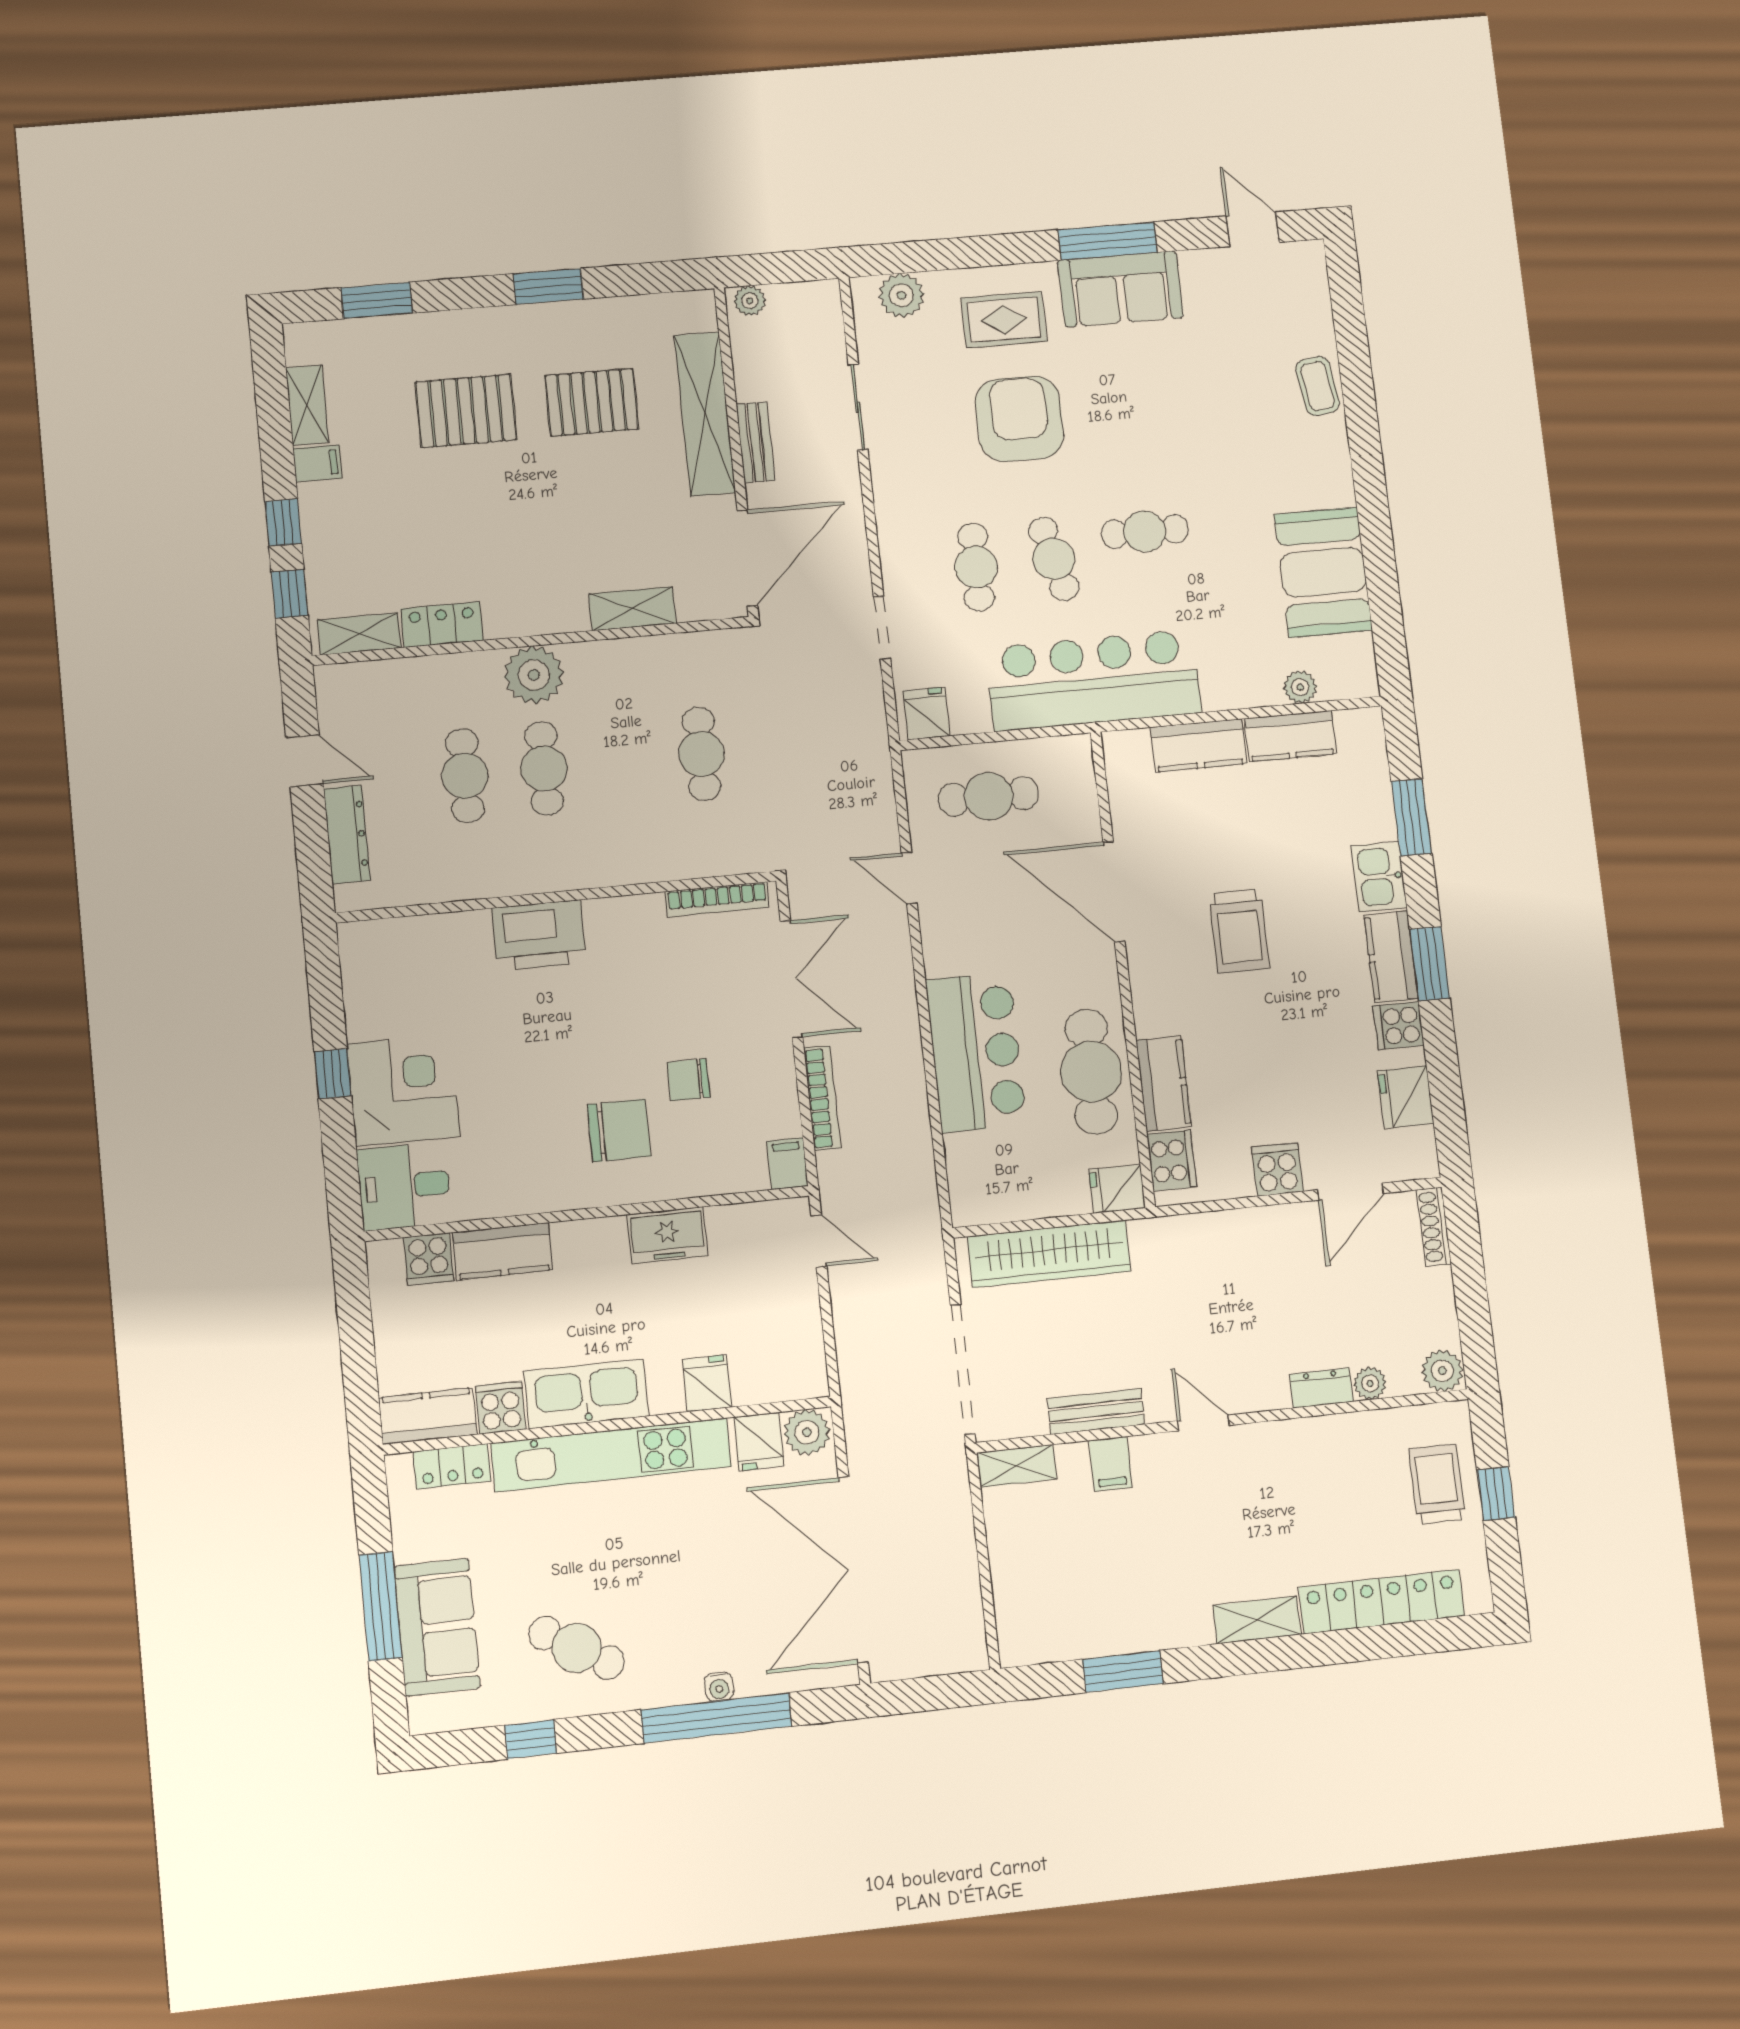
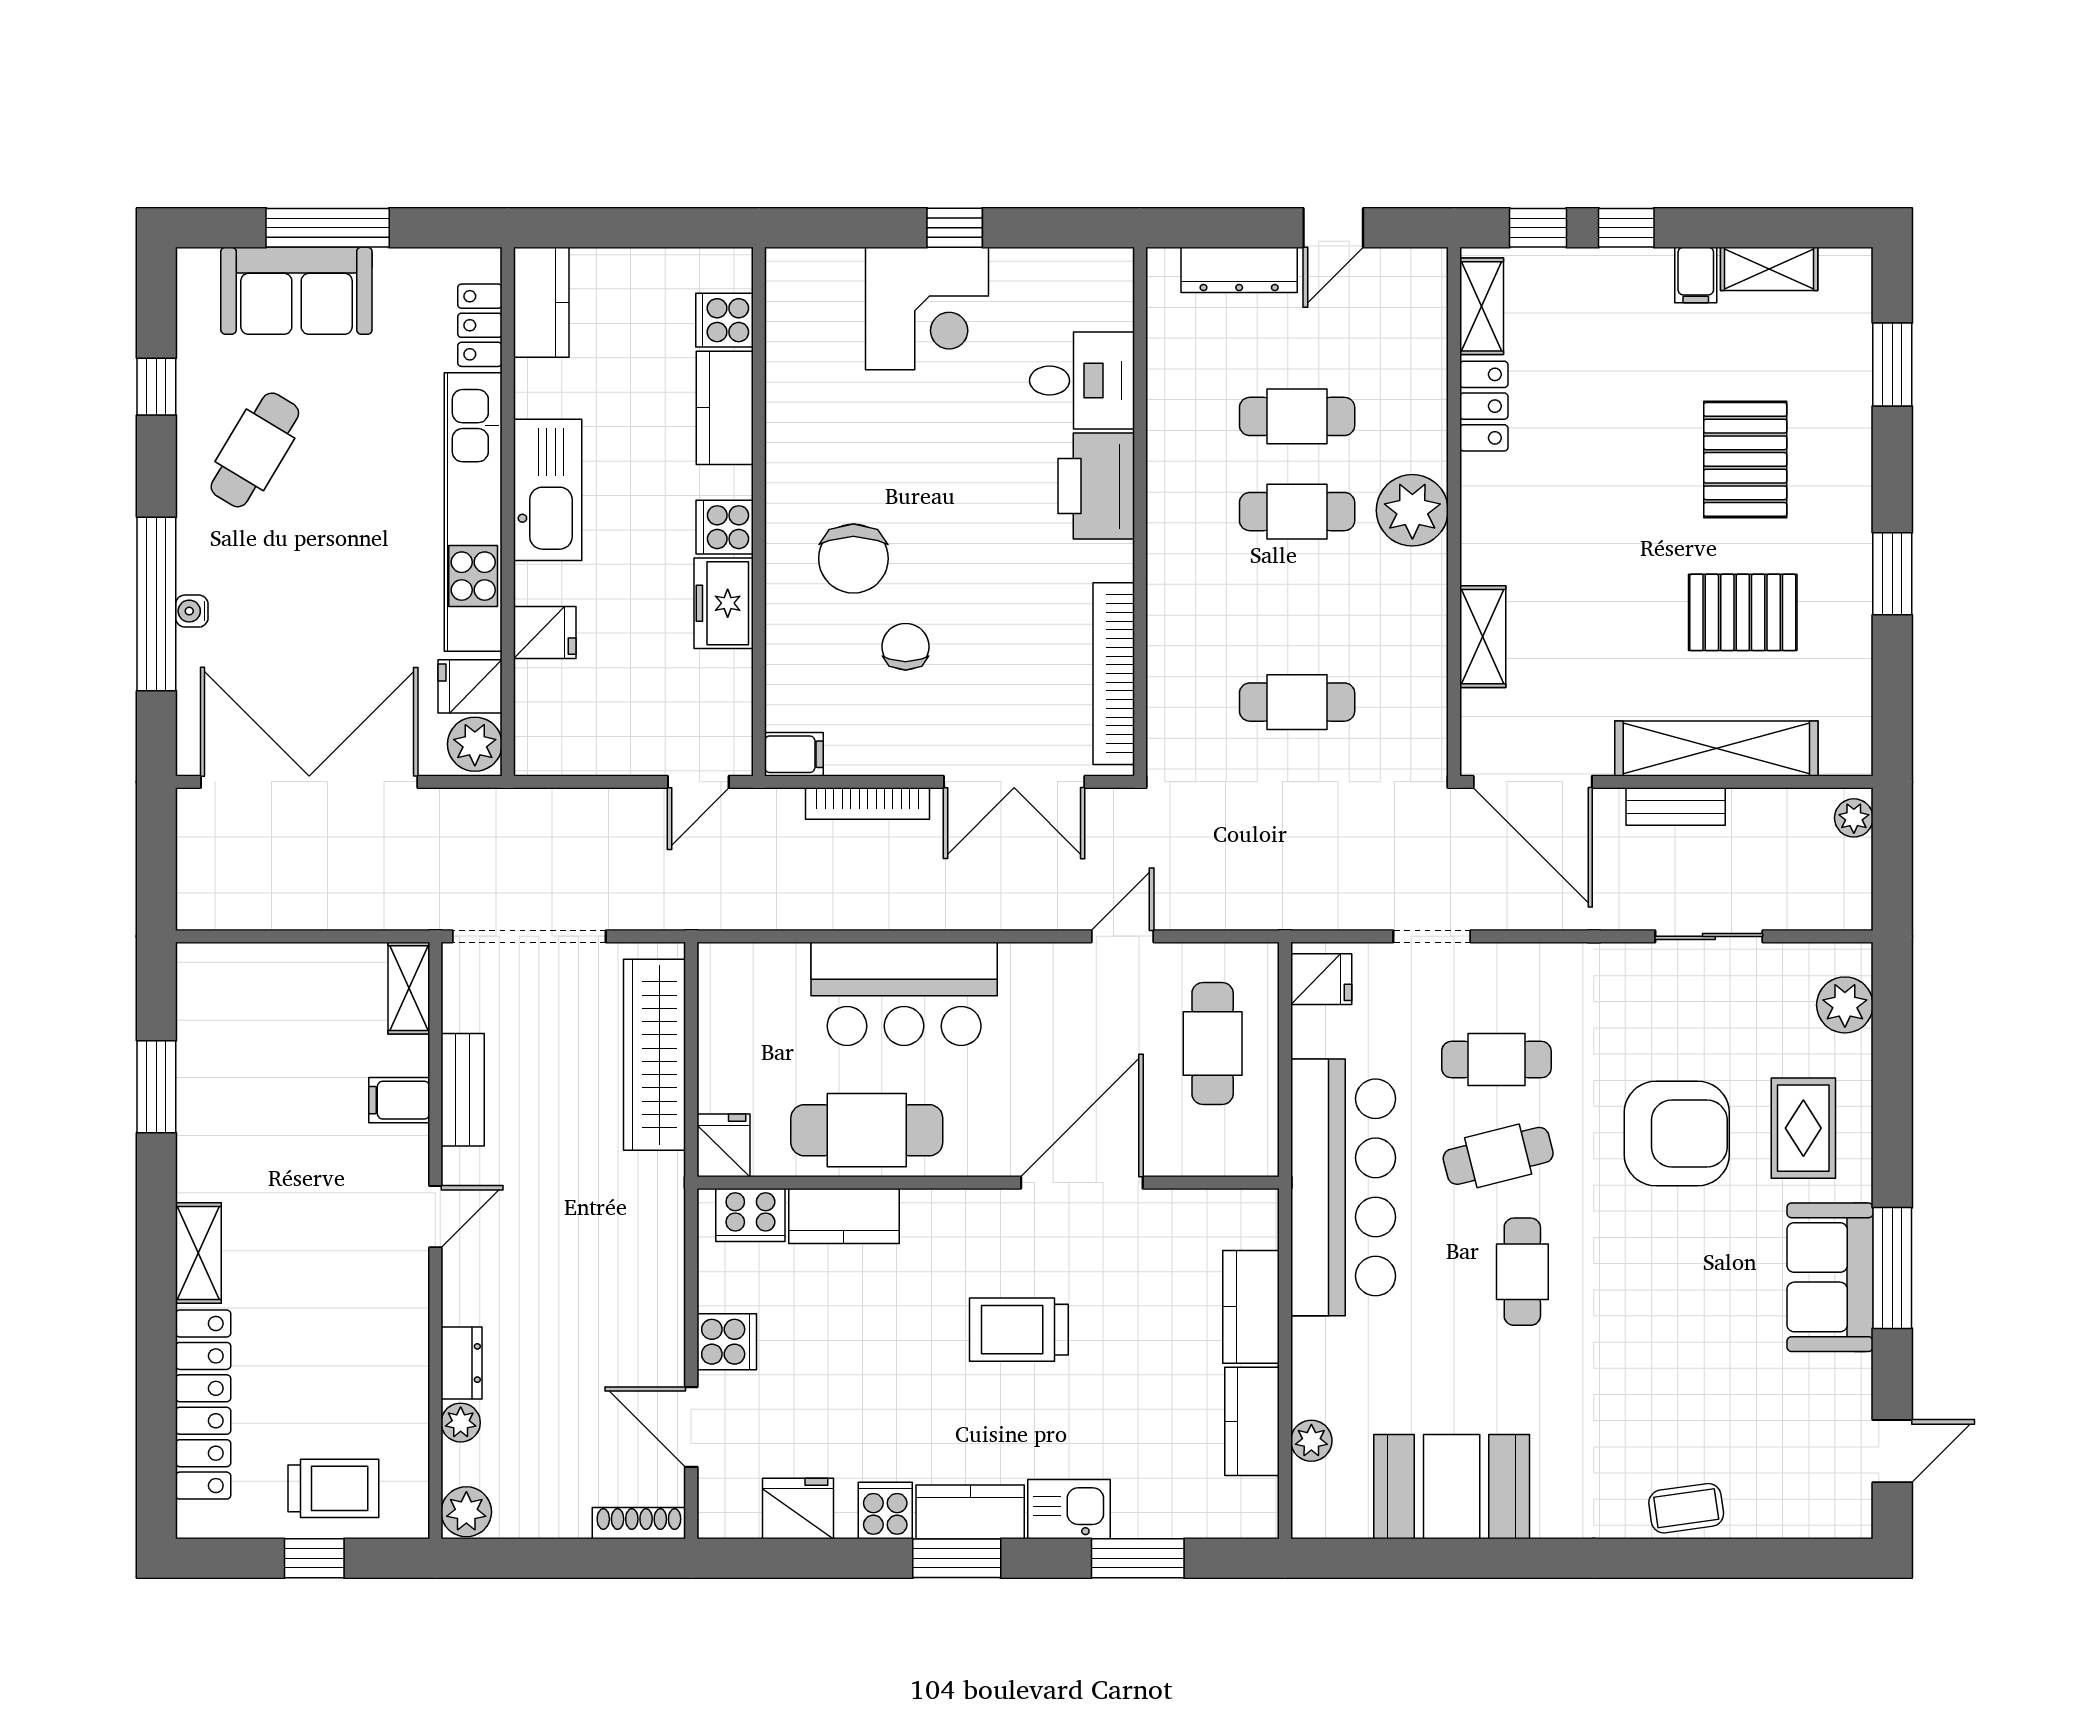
pallet: (592, 402) -> (1743, 612), turned 90
bookcase: (717, 899) -> (1114, 674), width x1.48, depth x1.31
desk: (404, 1186) -> (1082, 381), moved, turned 90
cooker: (501, 1408) -> (725, 527), moved, turned 180

